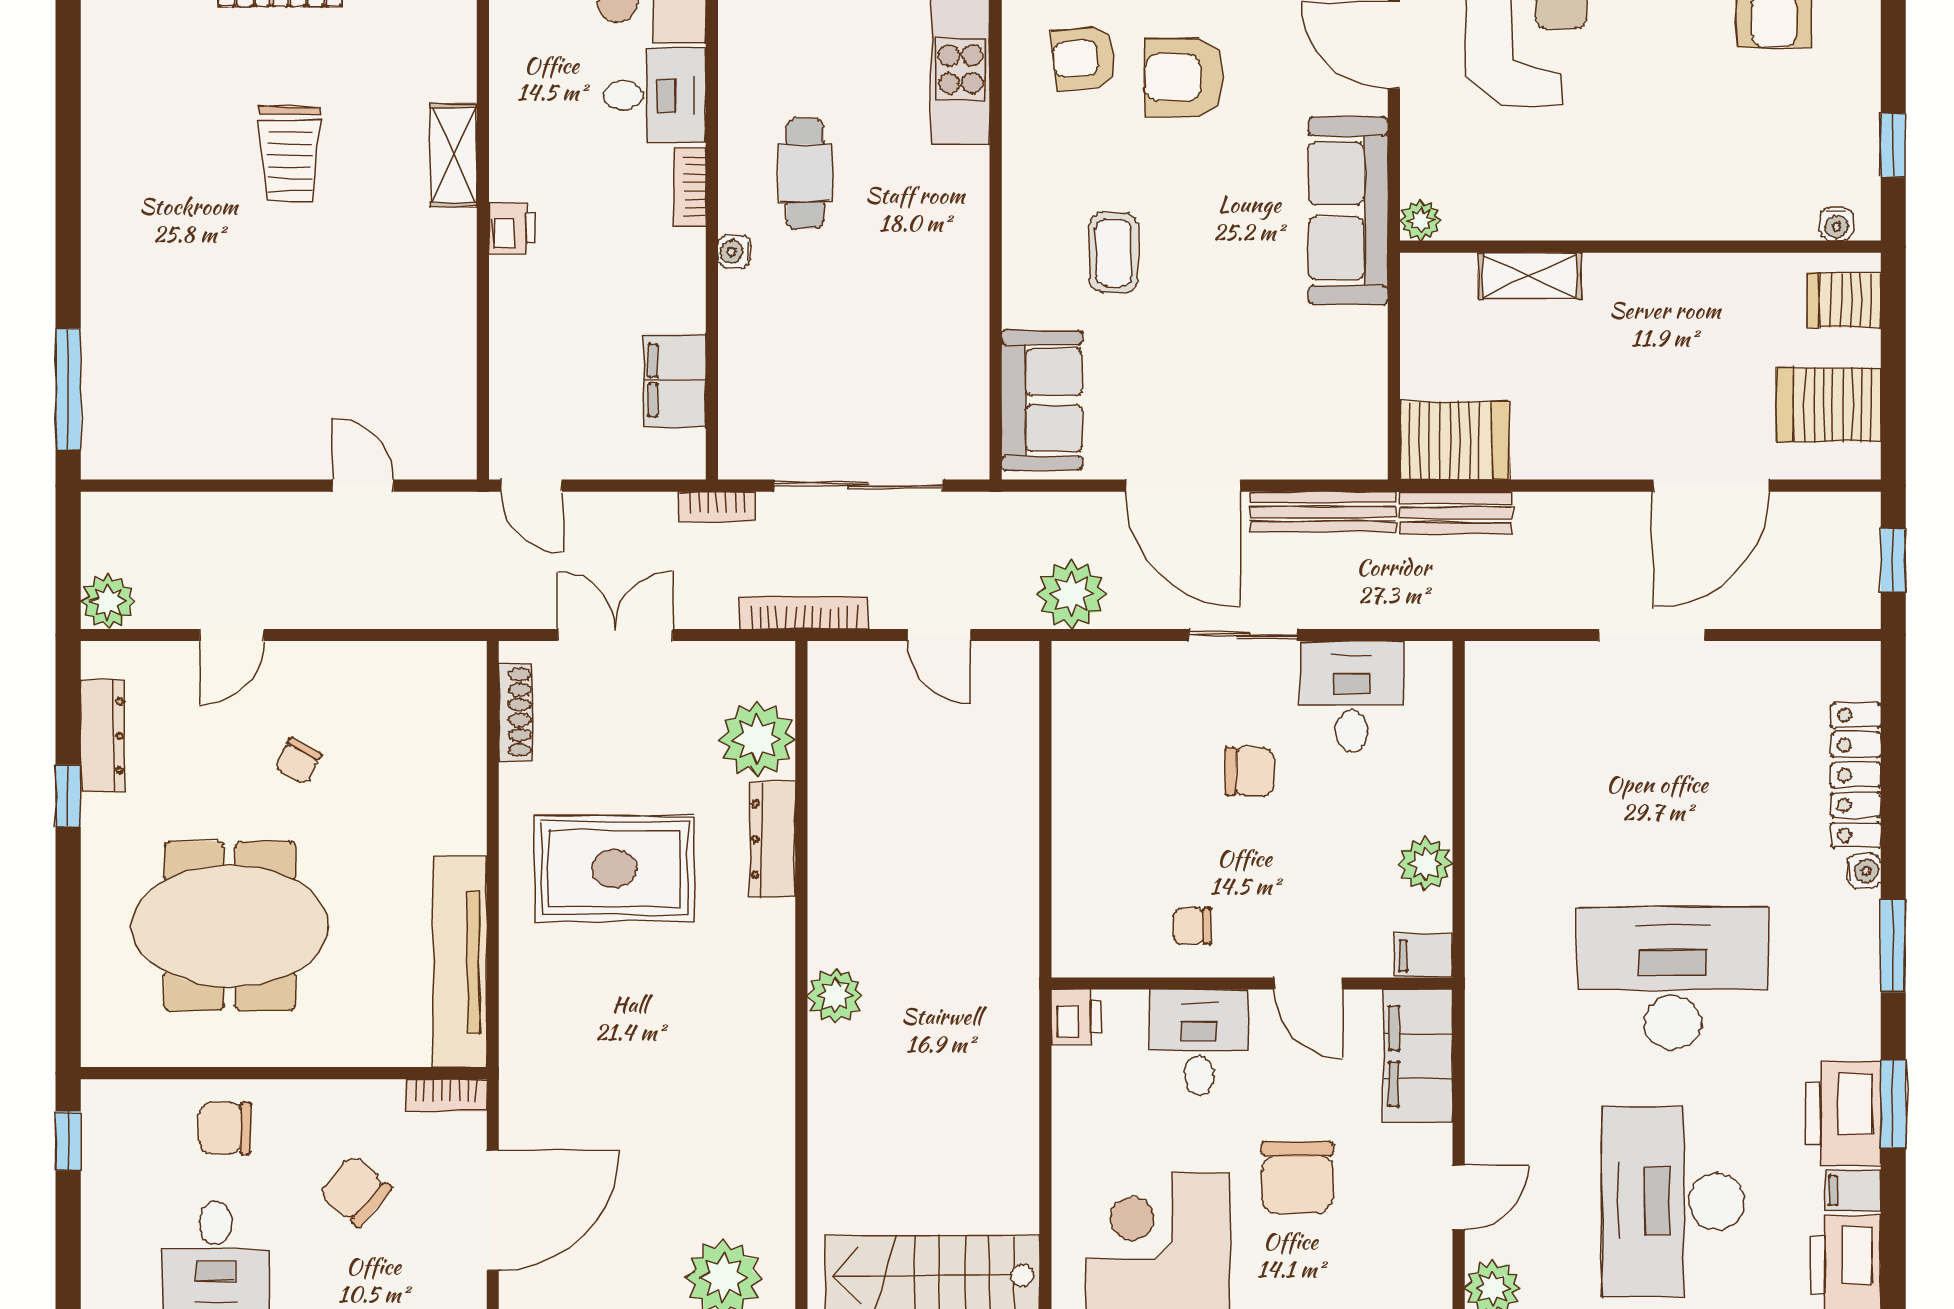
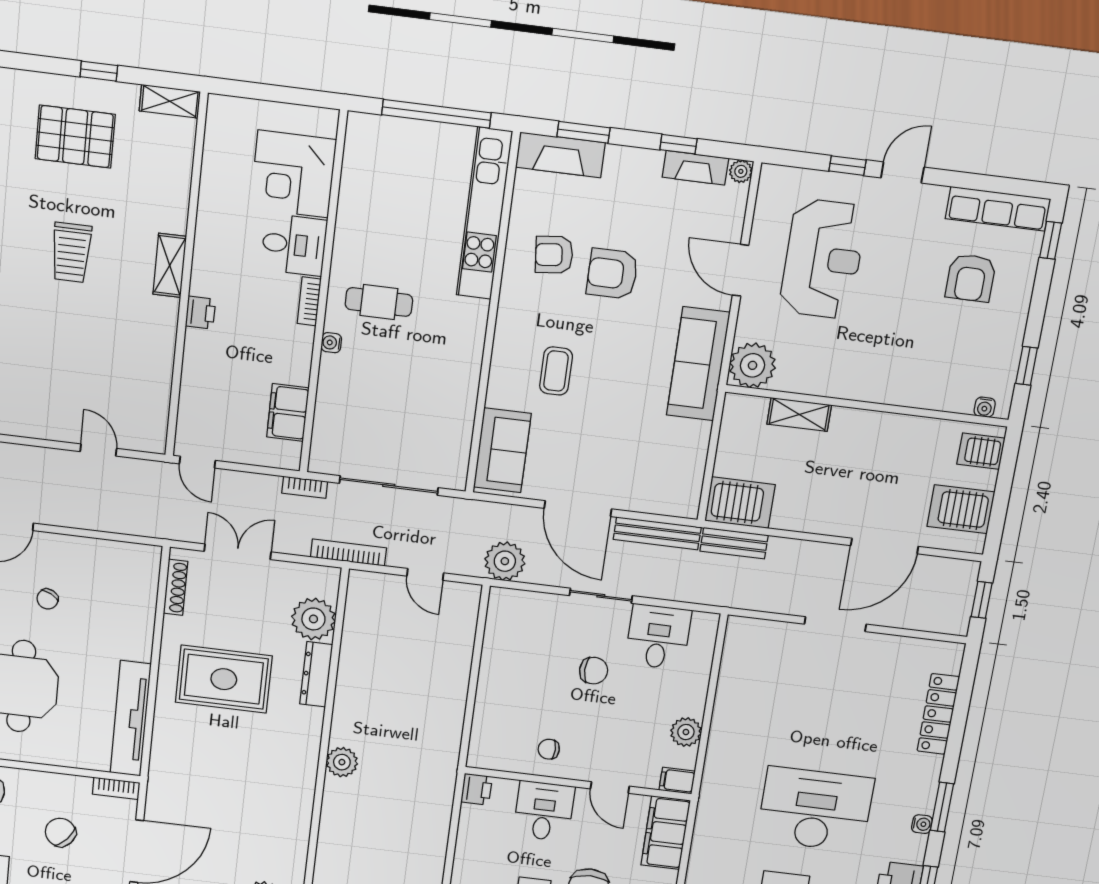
cafe table: (805, 173) -> (379, 302), turned 90
plant: (1421, 220) -> (752, 365), width x1.88, depth x1.88
water cooler: (1864, 871) -> (922, 824), moved

